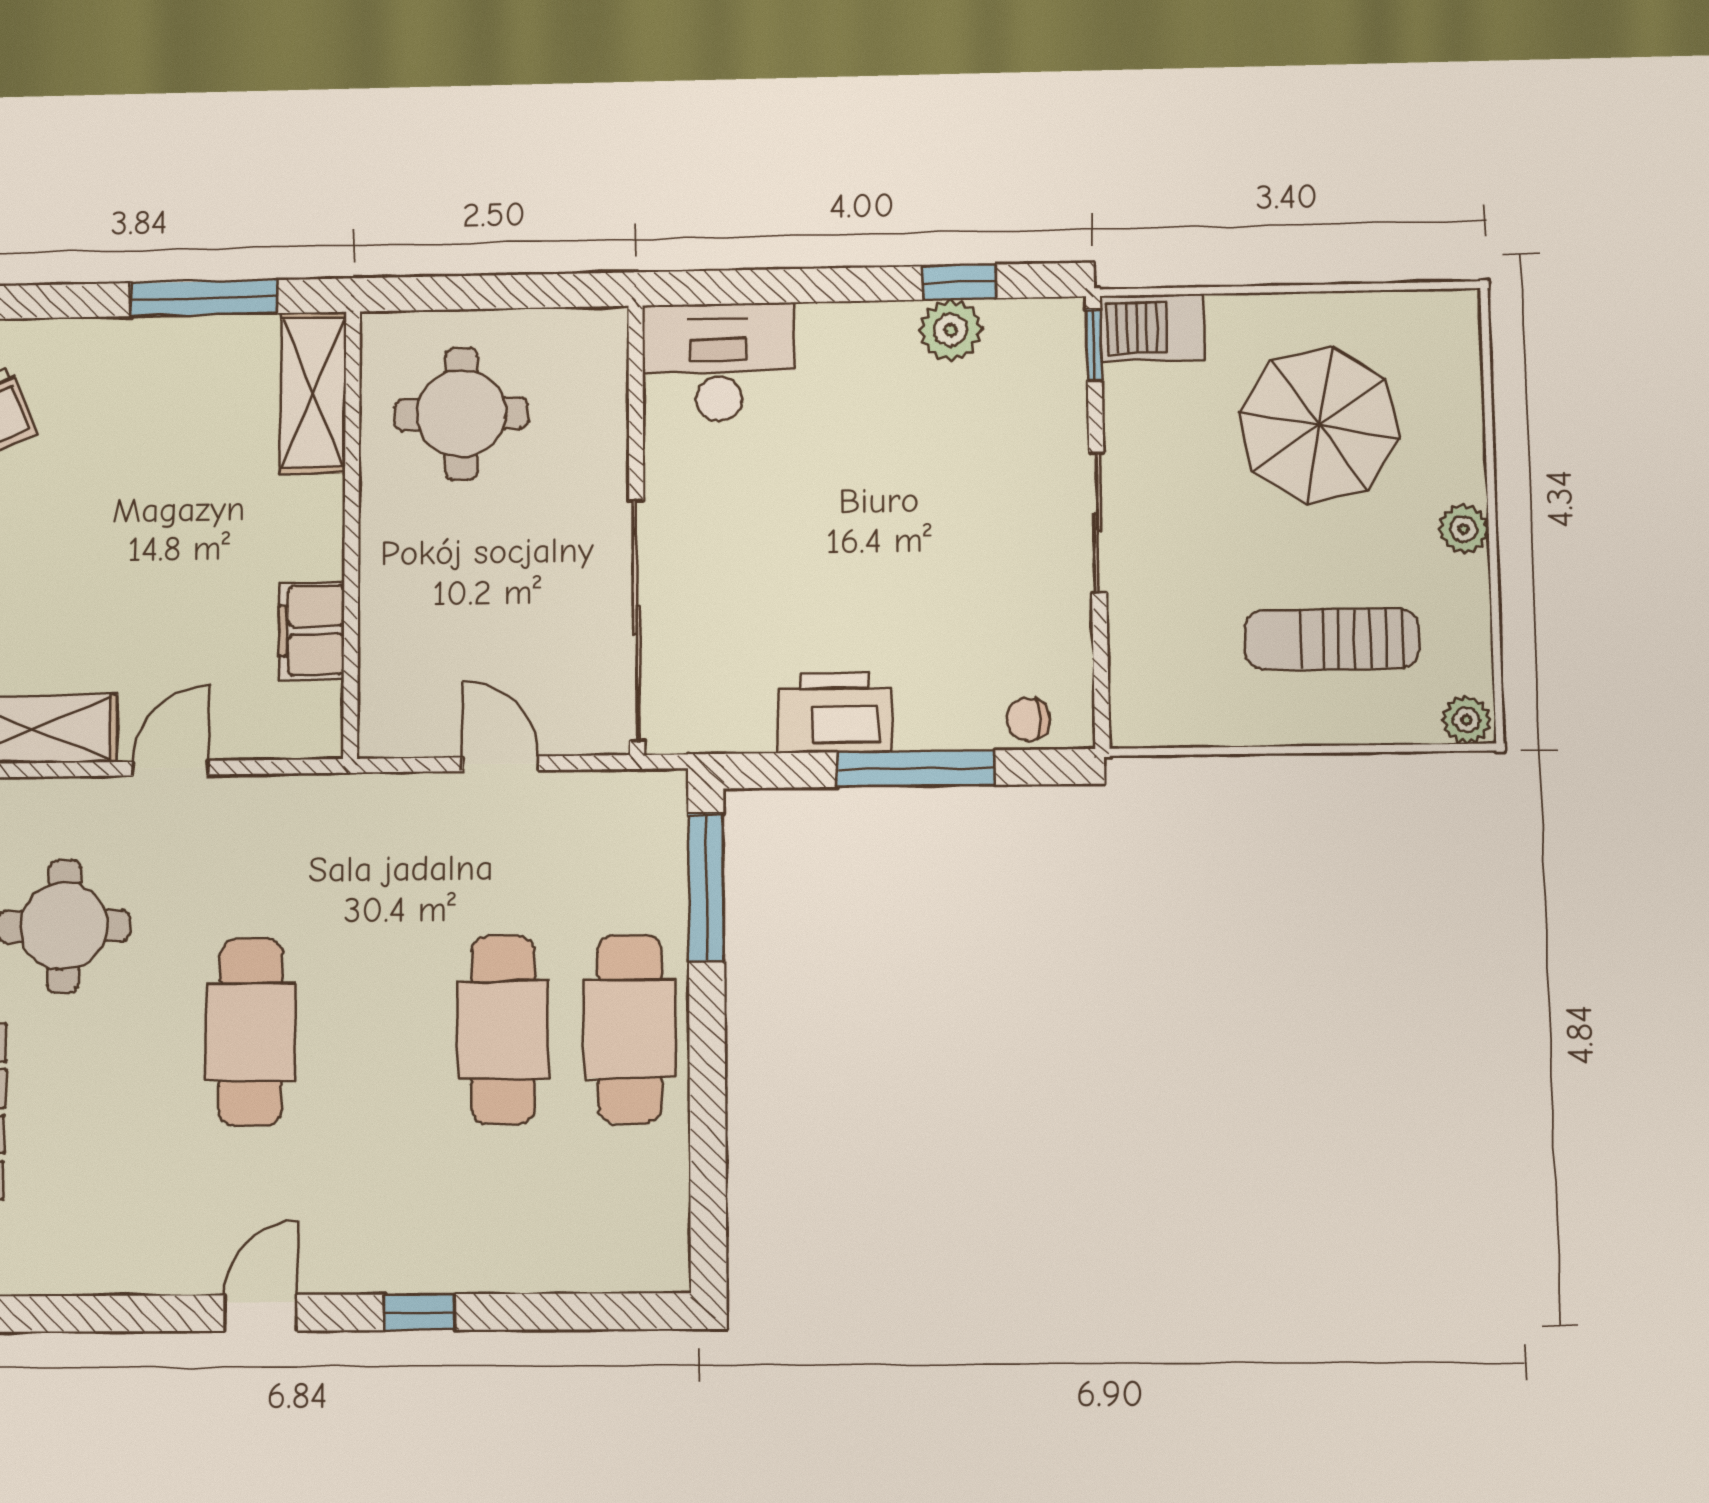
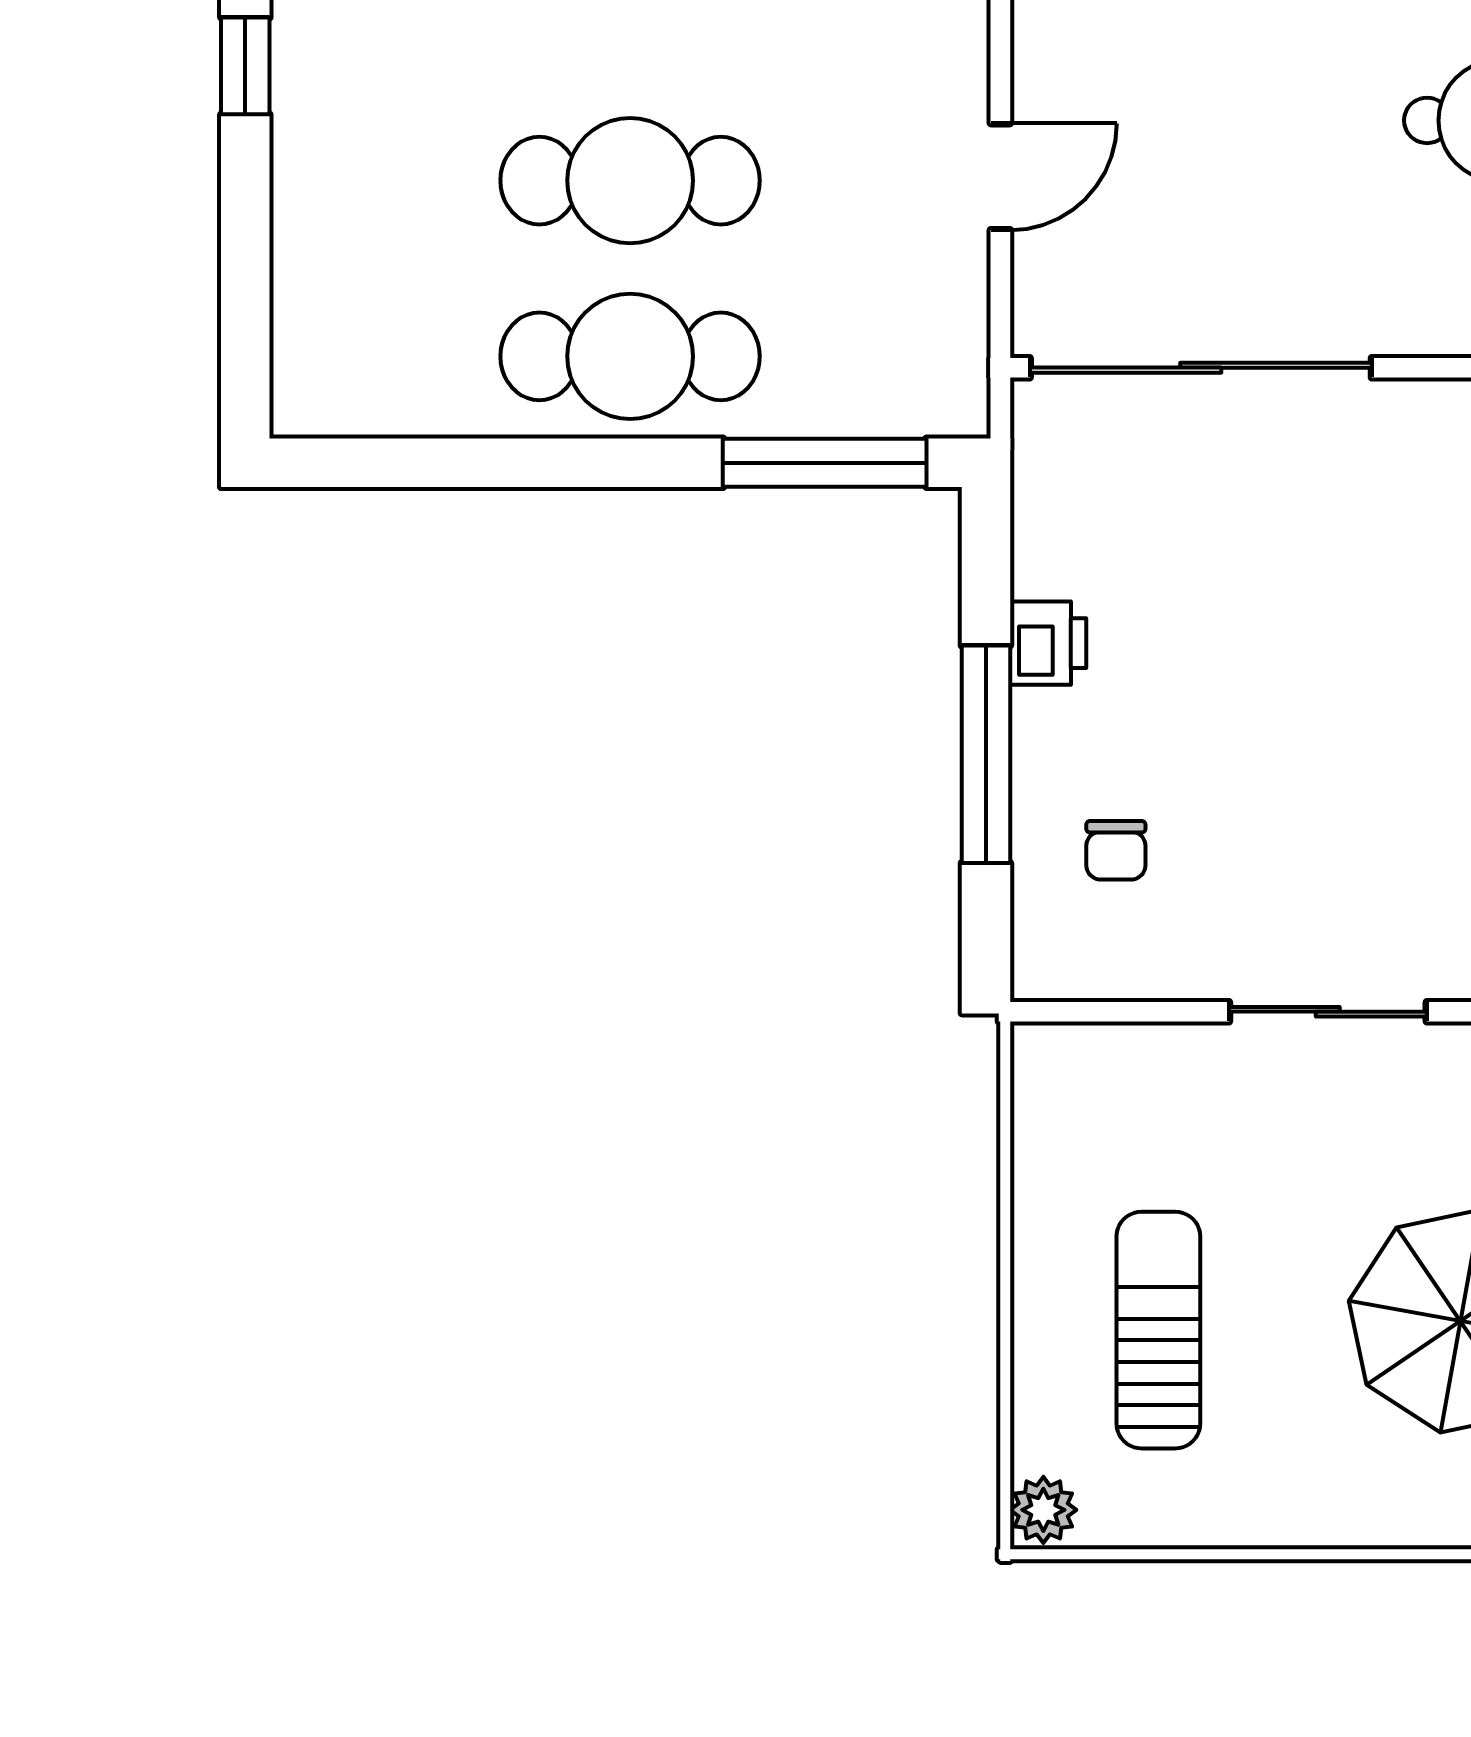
plant: (1464, 529) -> (1310, 1515), removed
printer: (835, 712) -> (1048, 643), width x0.53, depth x0.68
chair: (1028, 719) -> (1116, 850), moved, turned 180

